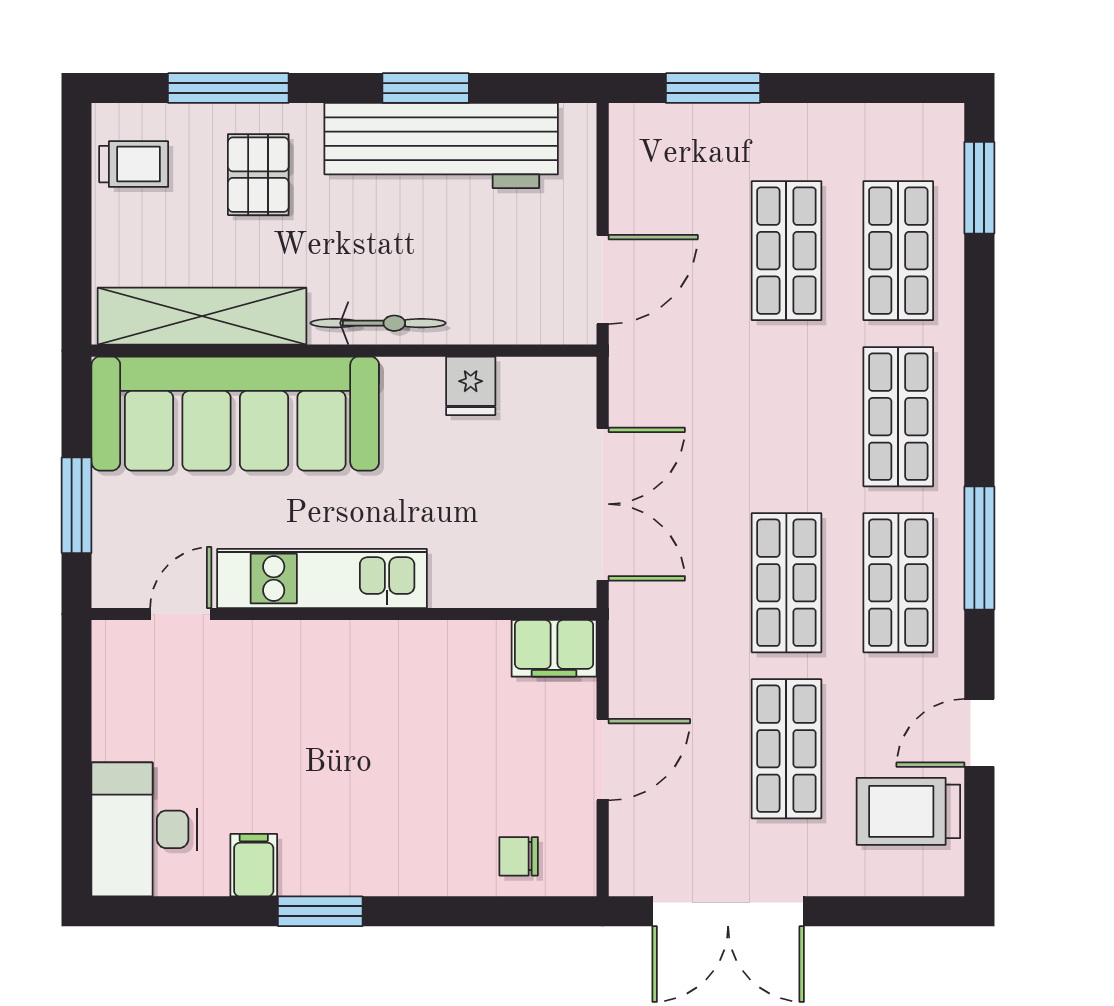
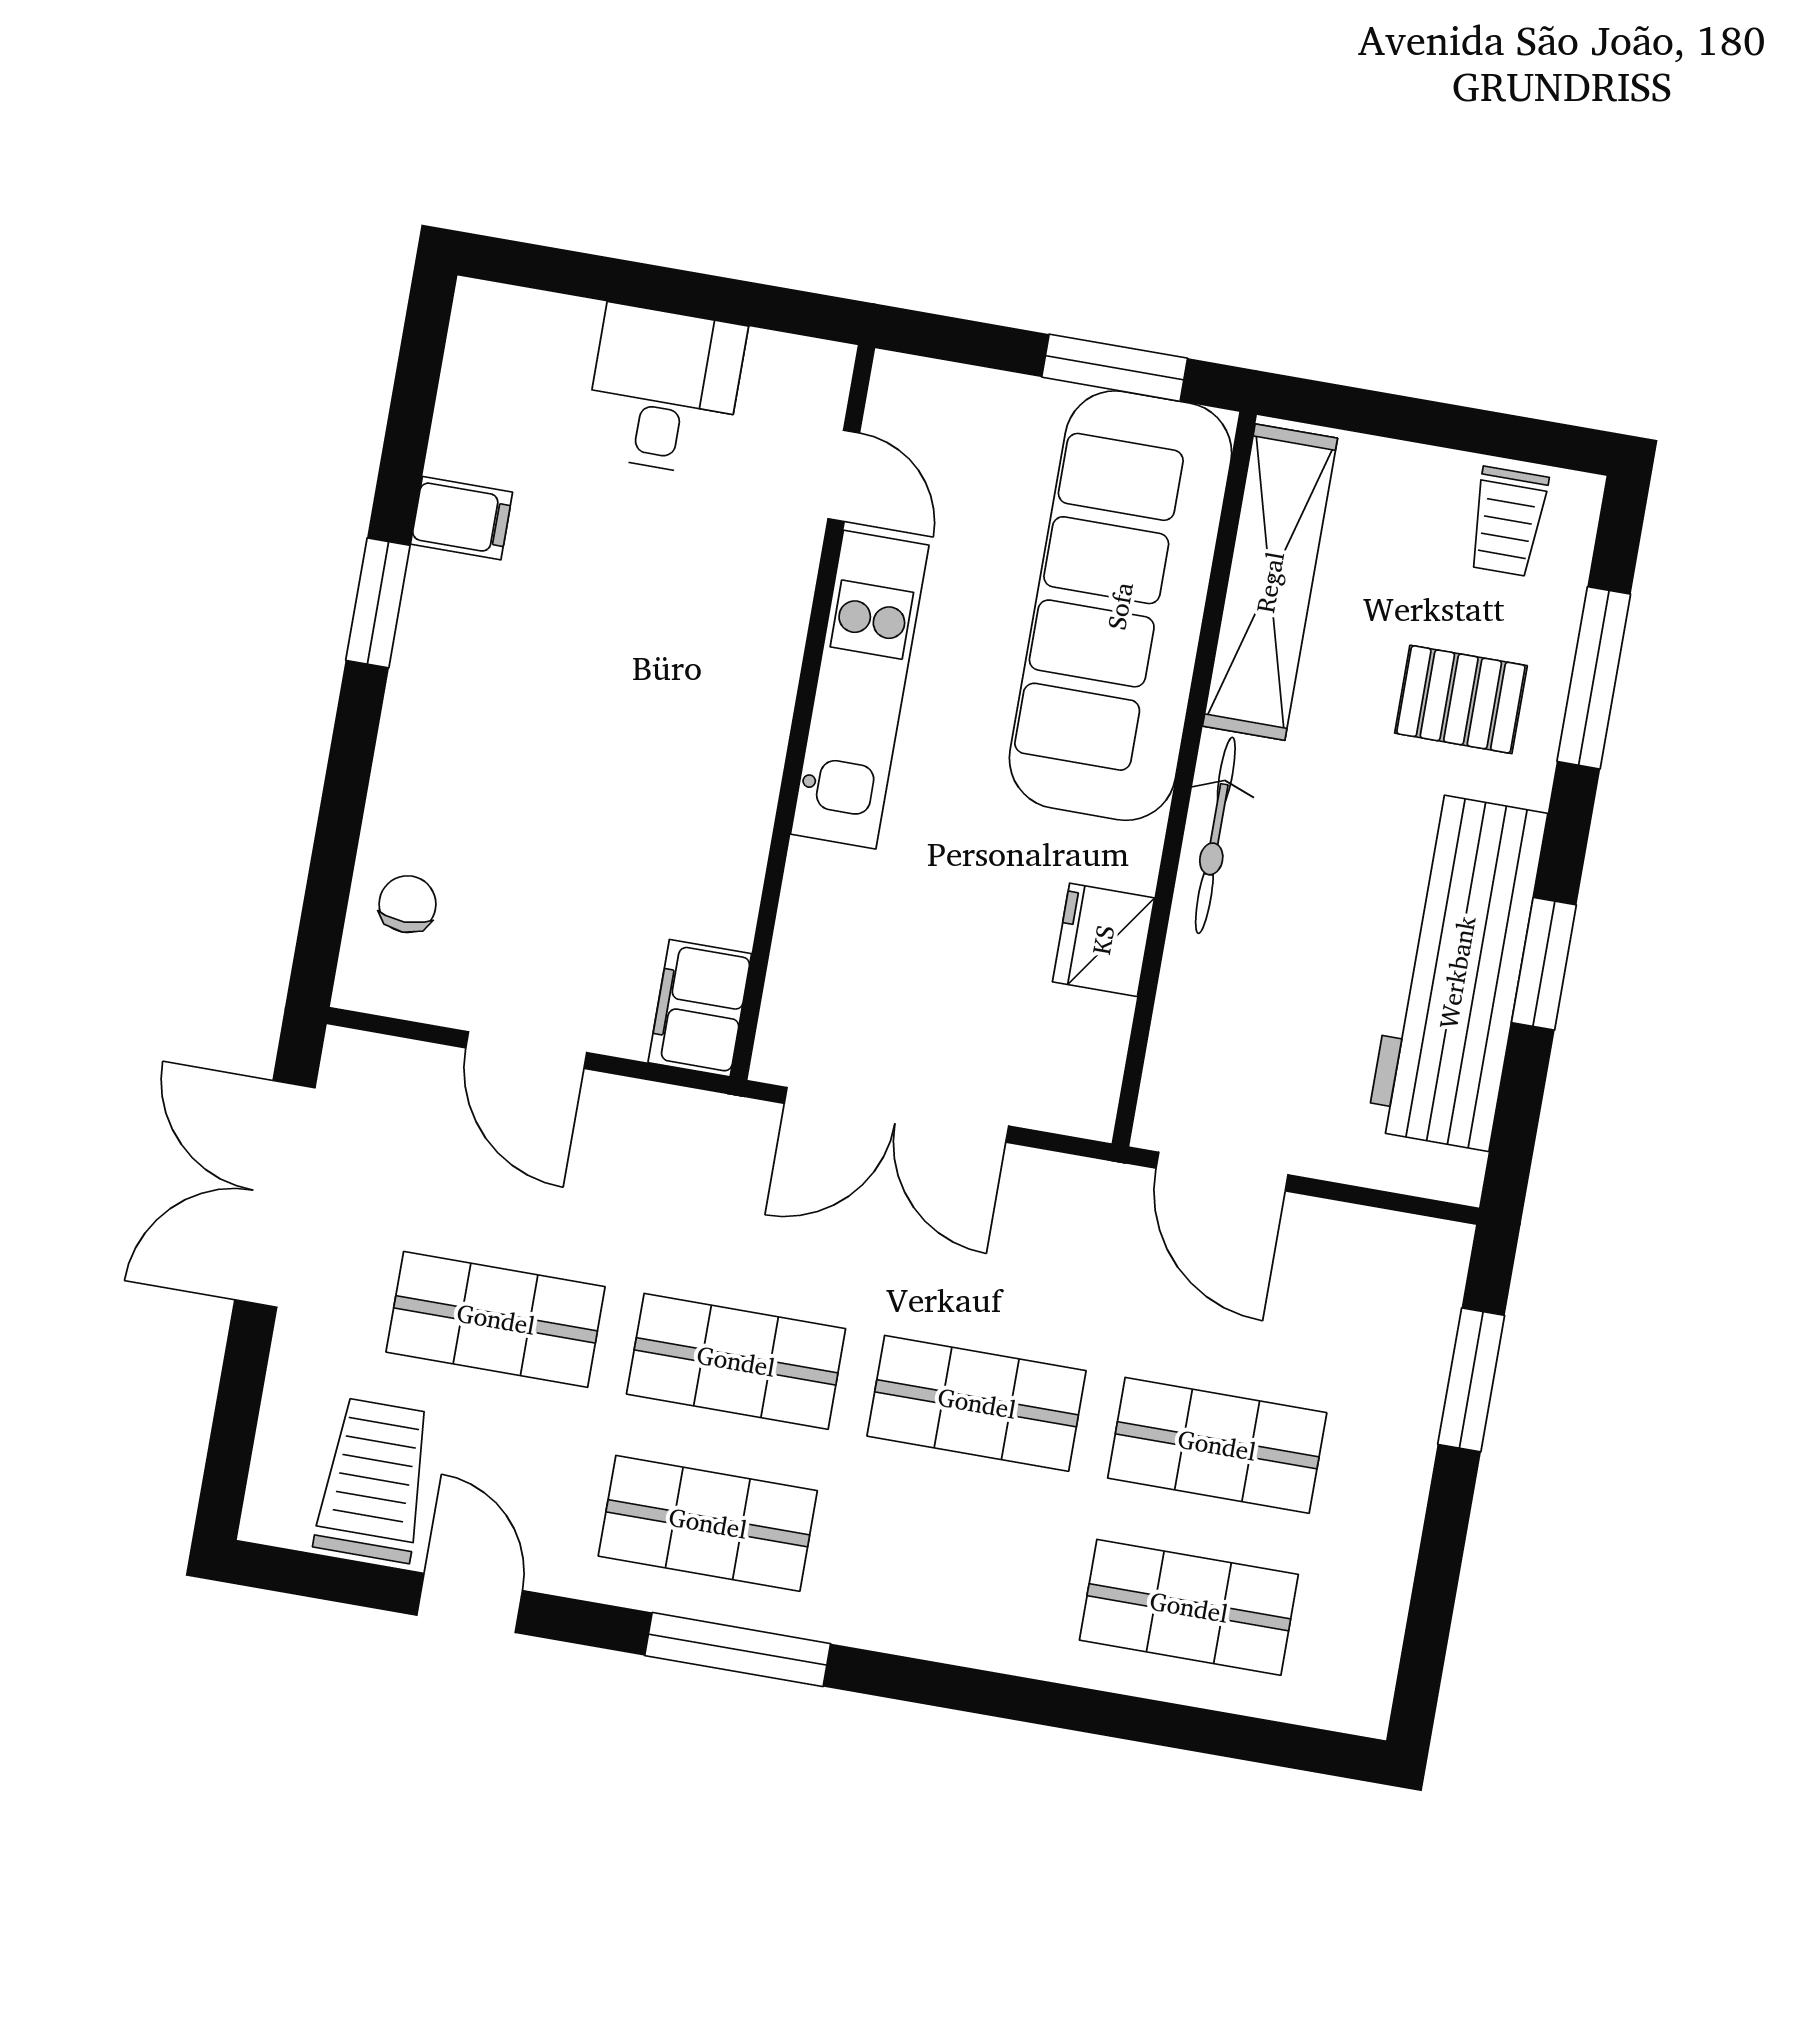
window: (979, 188) -> (1259, 1741), removed
fridge: (471, 386) -> (1103, 940), width x1.38
shop shelf: (898, 417) -> (977, 1403), moved
window: (77, 505) -> (1115, 368), moved
desk: (144, 829) -> (665, 390), moved, width x0.73

